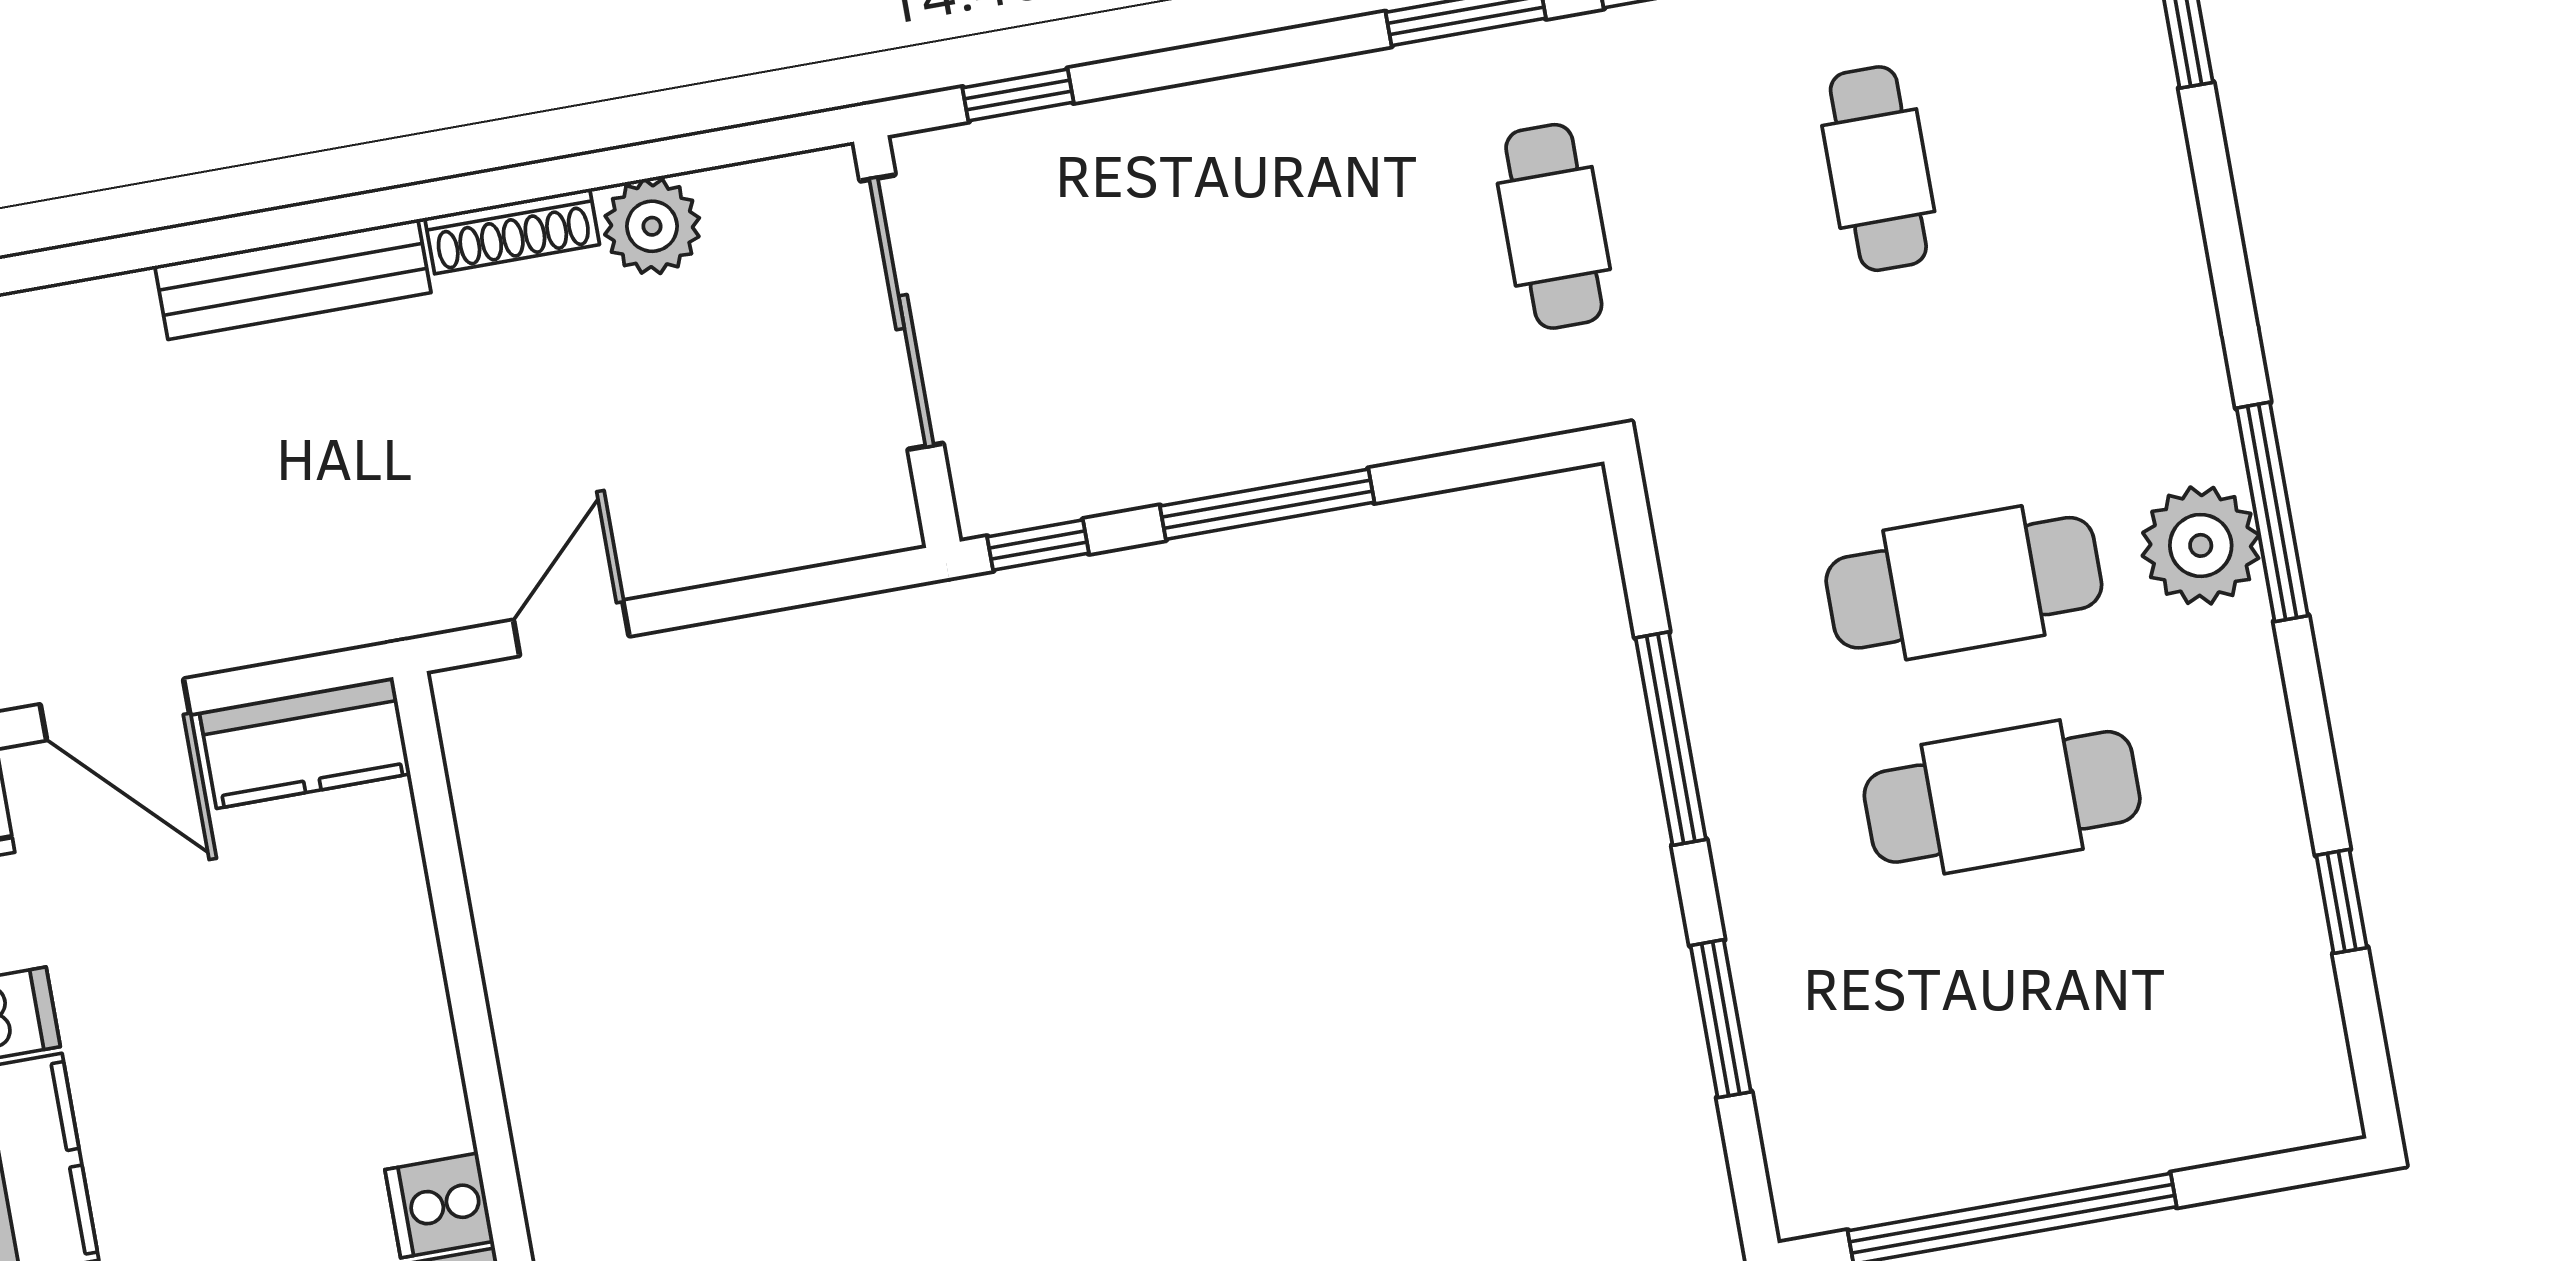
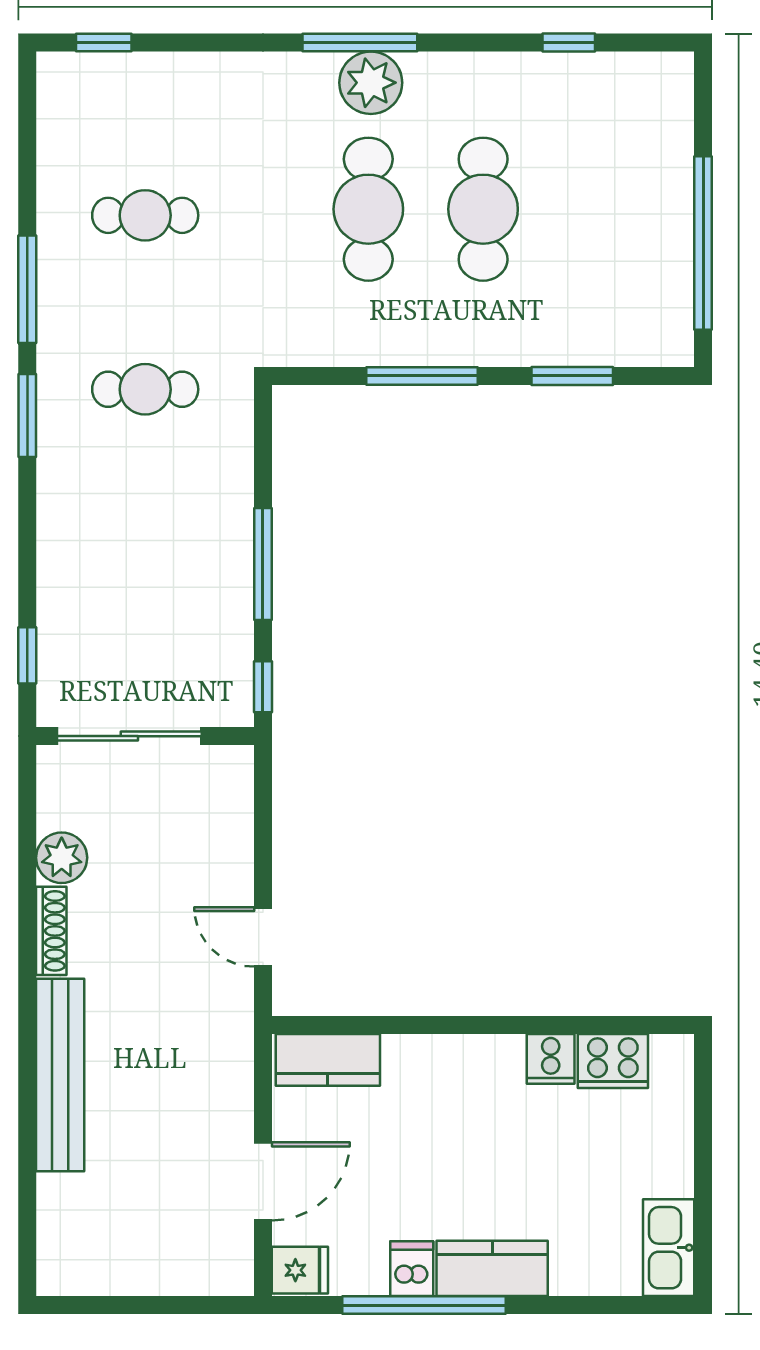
bench: (293, 279) -> (60, 1075), width x1.37, depth x1.21
kitchen counter: (305, 743) -> (328, 1060), moved, turned 90

